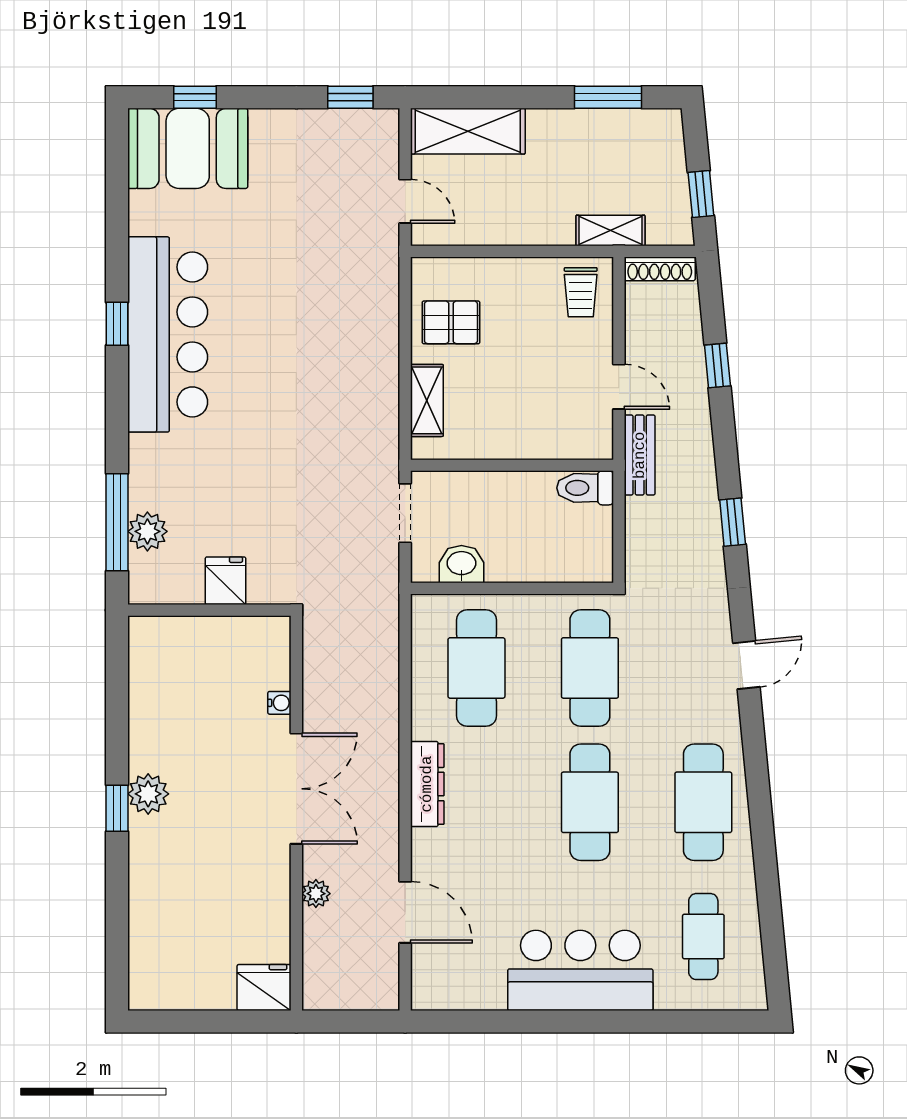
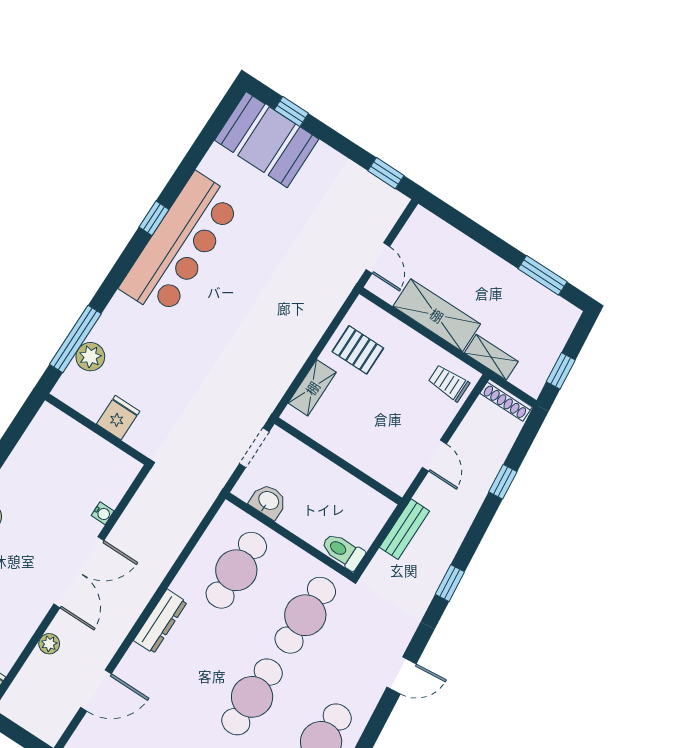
shelving: (468, 131) -> (437, 315), moved
trolley: (581, 292) -> (449, 383), turned 90
bench: (640, 455) -> (404, 529), moved
toilet: (585, 488) -> (343, 551), moved
door: (405, 912) -> (96, 690), hinge flipped

